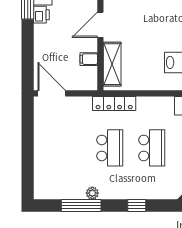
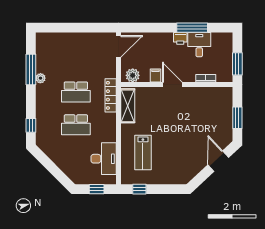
filing cabinet: (89, 59) -> (155, 75), moved
shelving: (112, 64) -> (128, 106), moved, turned 90
plant: (89, 76) -> (133, 75), added
window: (137, 206) -> (31, 125), moved

